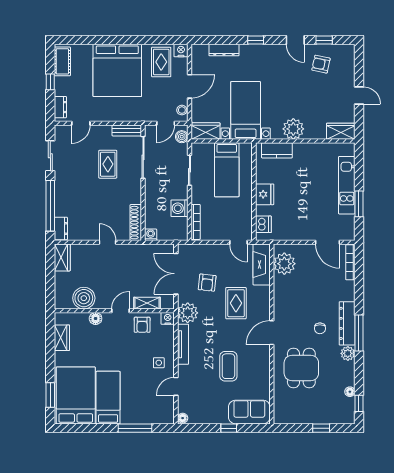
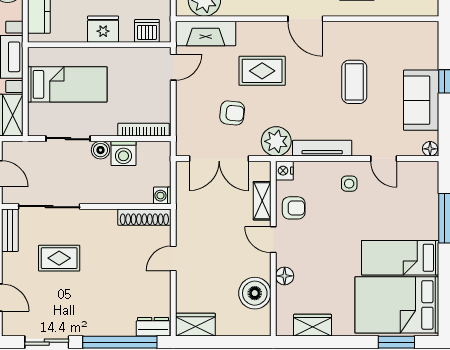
boiler: (182, 137) -> (101, 150), moved
coffee table: (228, 366) -> (354, 82), turned 90
sofa: (249, 412) -> (421, 100), moved

